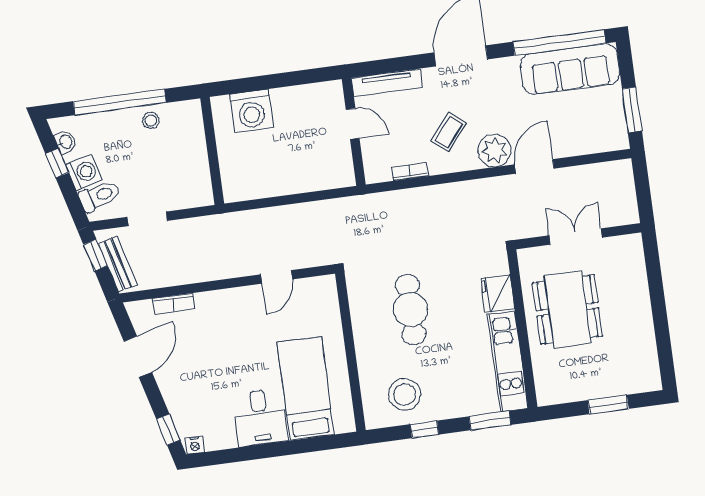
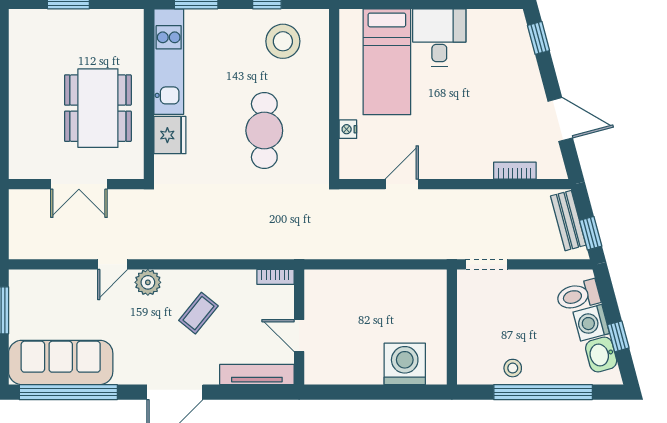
washbasin: (65, 142) -> (601, 354), width x1.38, depth x1.45
plant: (494, 150) -> (148, 282), width x0.73, depth x0.73
door: (534, 166) -> (113, 264), width x0.73
bookcase: (410, 172) -> (275, 277), moved
doorway: (147, 219) -> (487, 264), moved
door: (138, 357) -> (560, 120), swing flipped
nightstand: (195, 445) -> (348, 129), moved, turned -90

